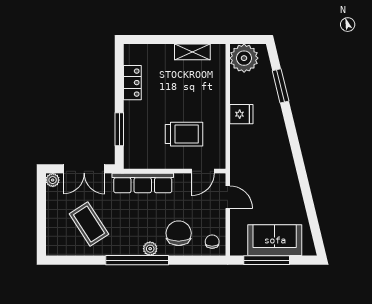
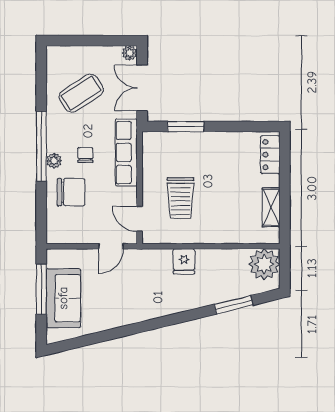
locker: (132, 83) -> (270, 155), moved, turned 90
fridge: (241, 114) -> (184, 261), moved
chair: (212, 242) -> (85, 155), moved, turned -90

